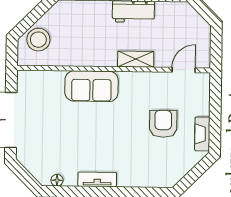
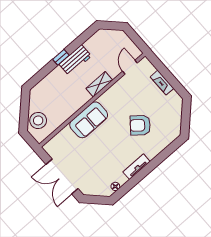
armchair: (163, 124) -> (140, 125), moved, turned -51
fireplace: (202, 134) -> (162, 83), moved

